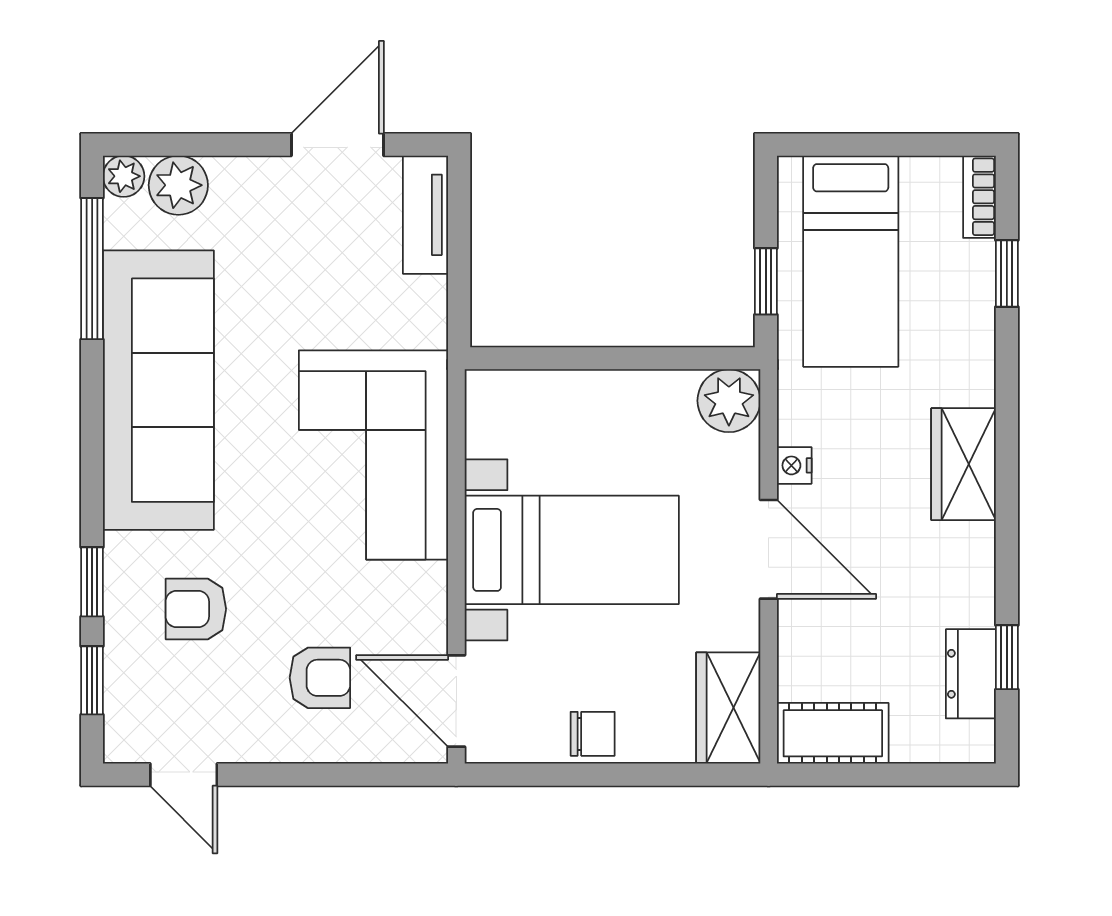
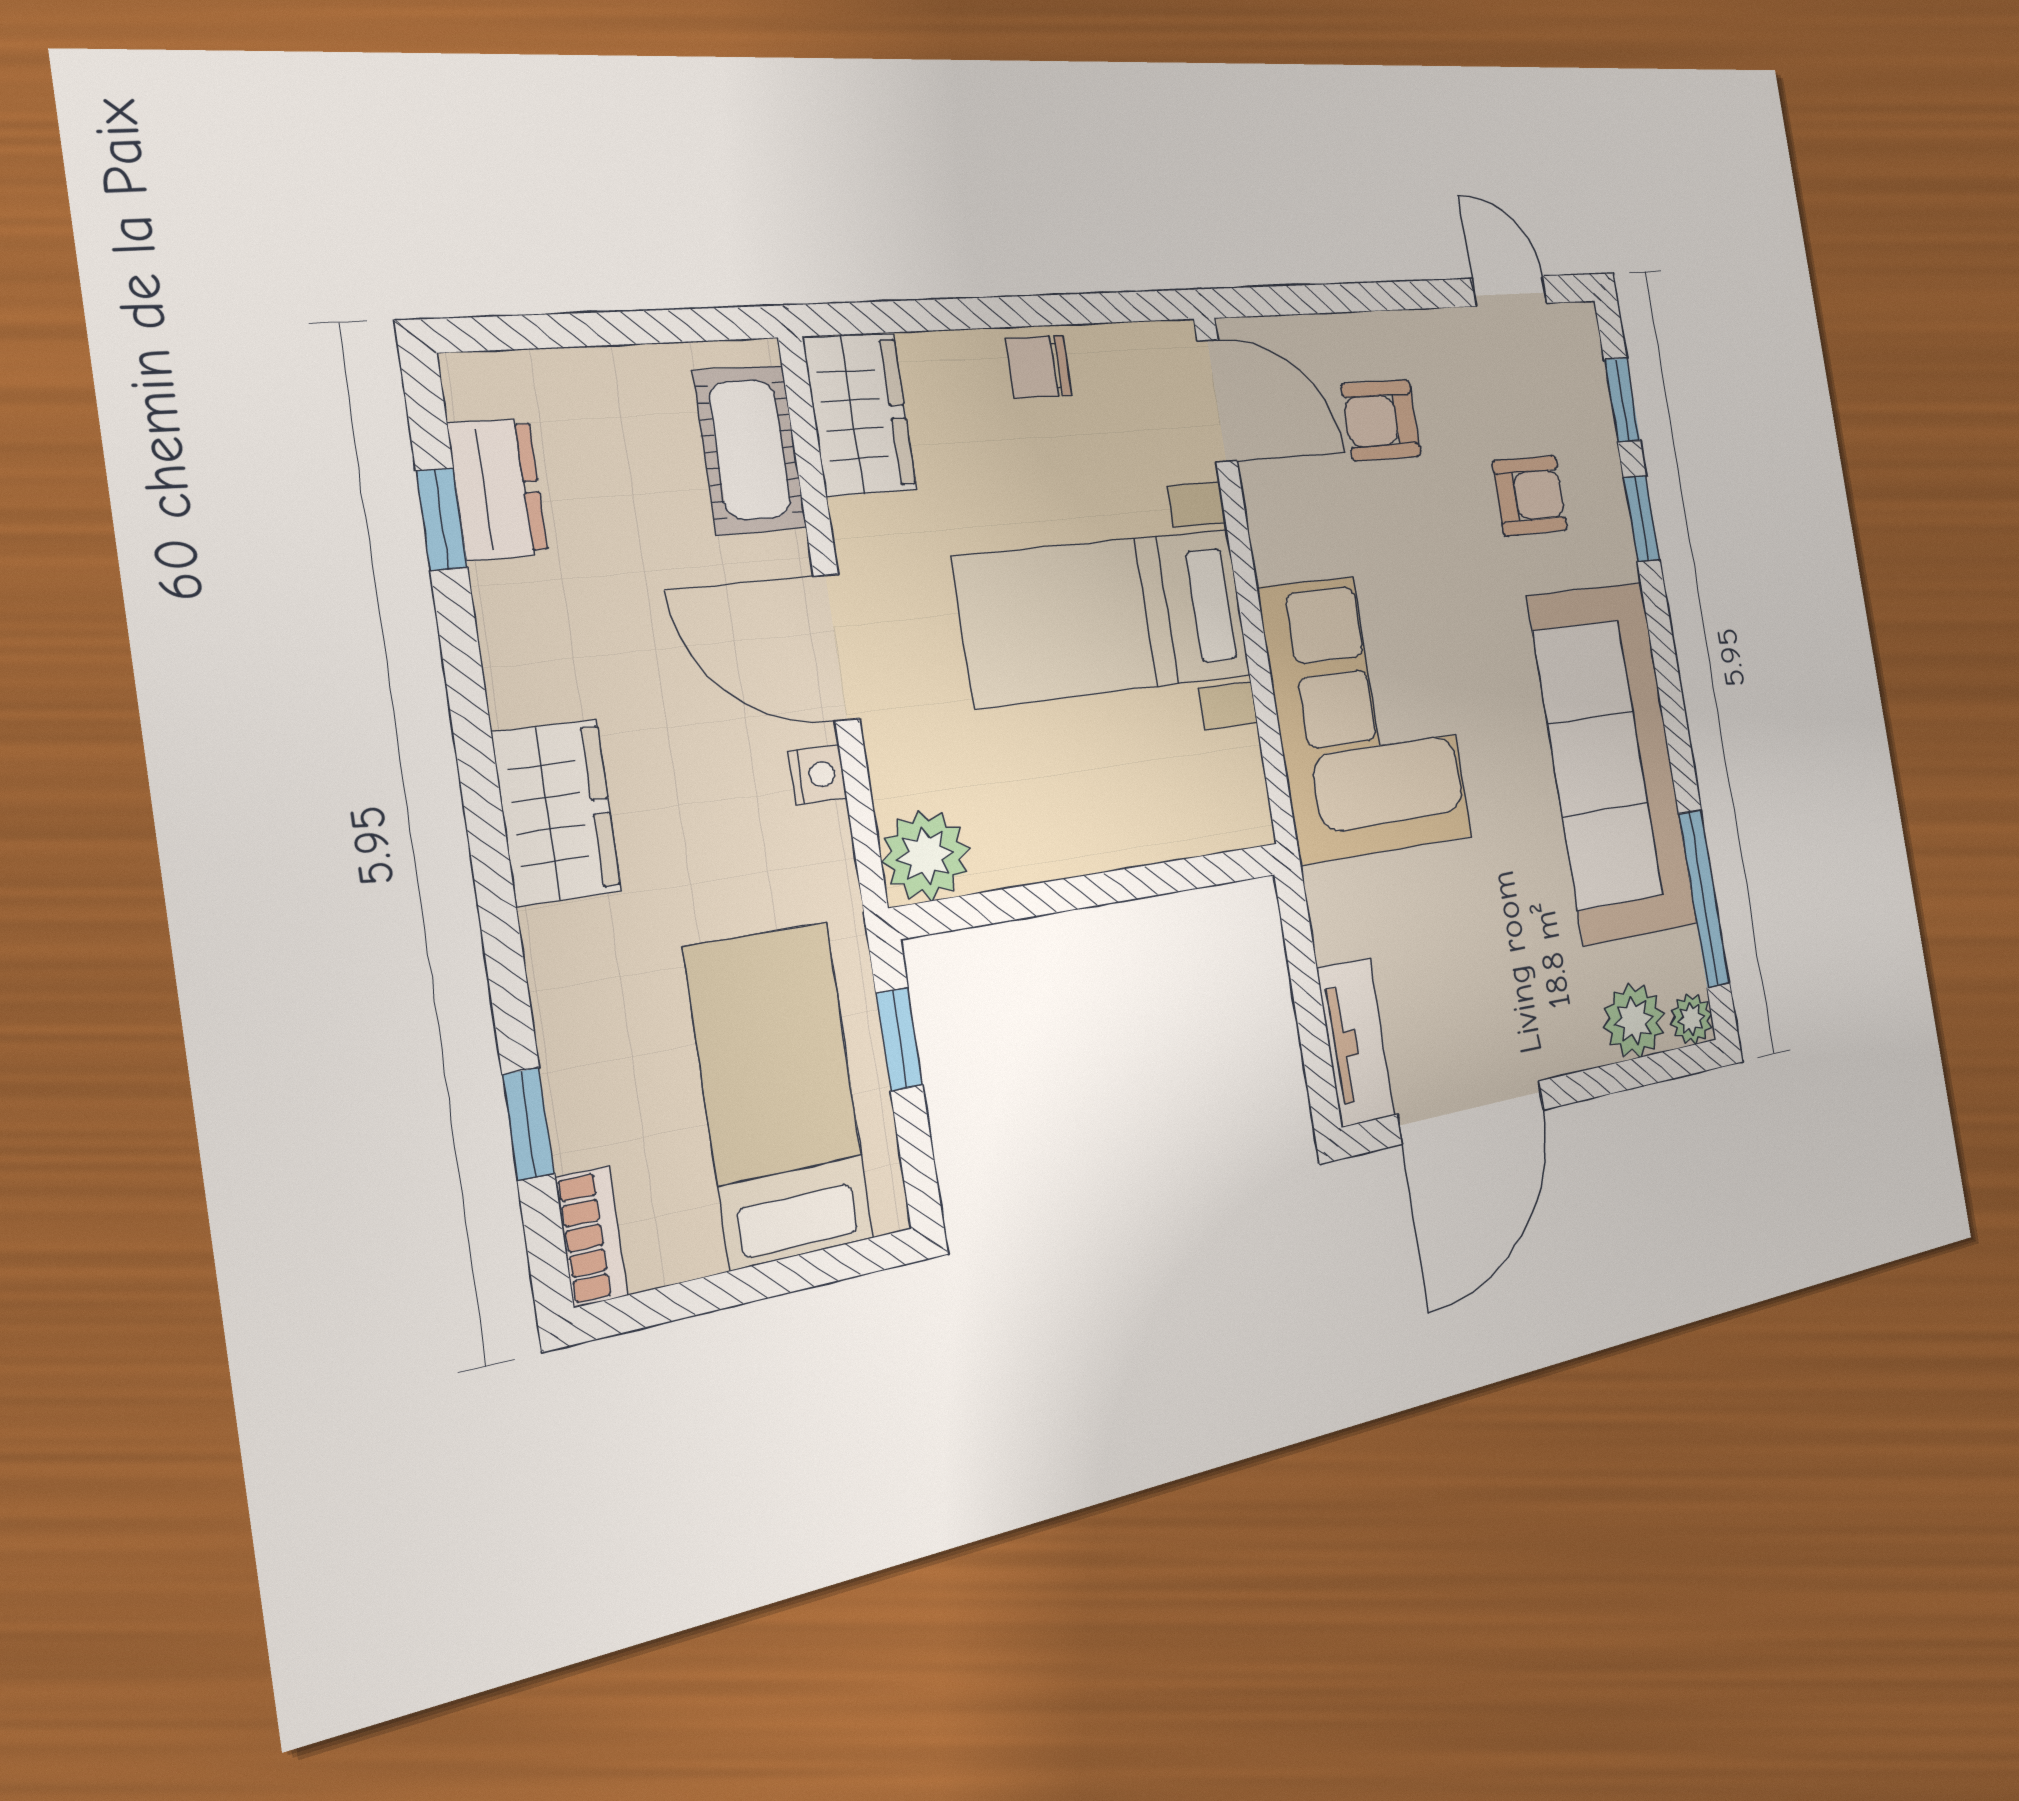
door: (337, 145) -> (1471, 1112), width x1.36
cot: (833, 733) -> (750, 450), moved, turned 90

